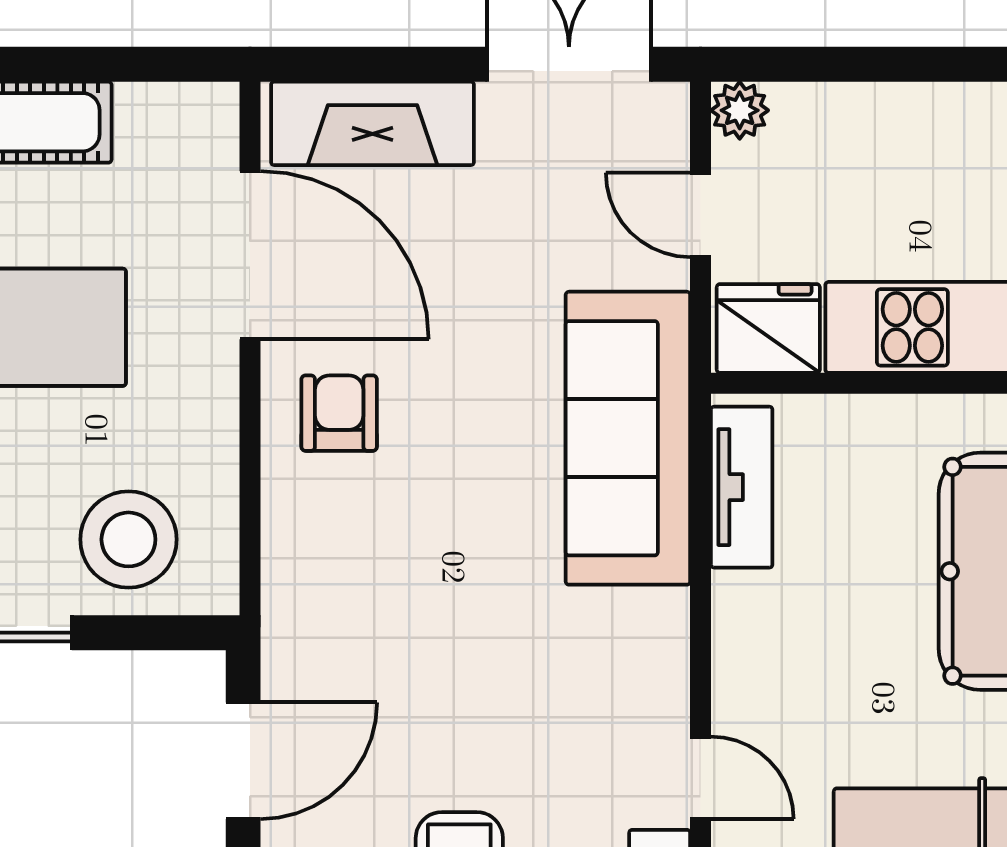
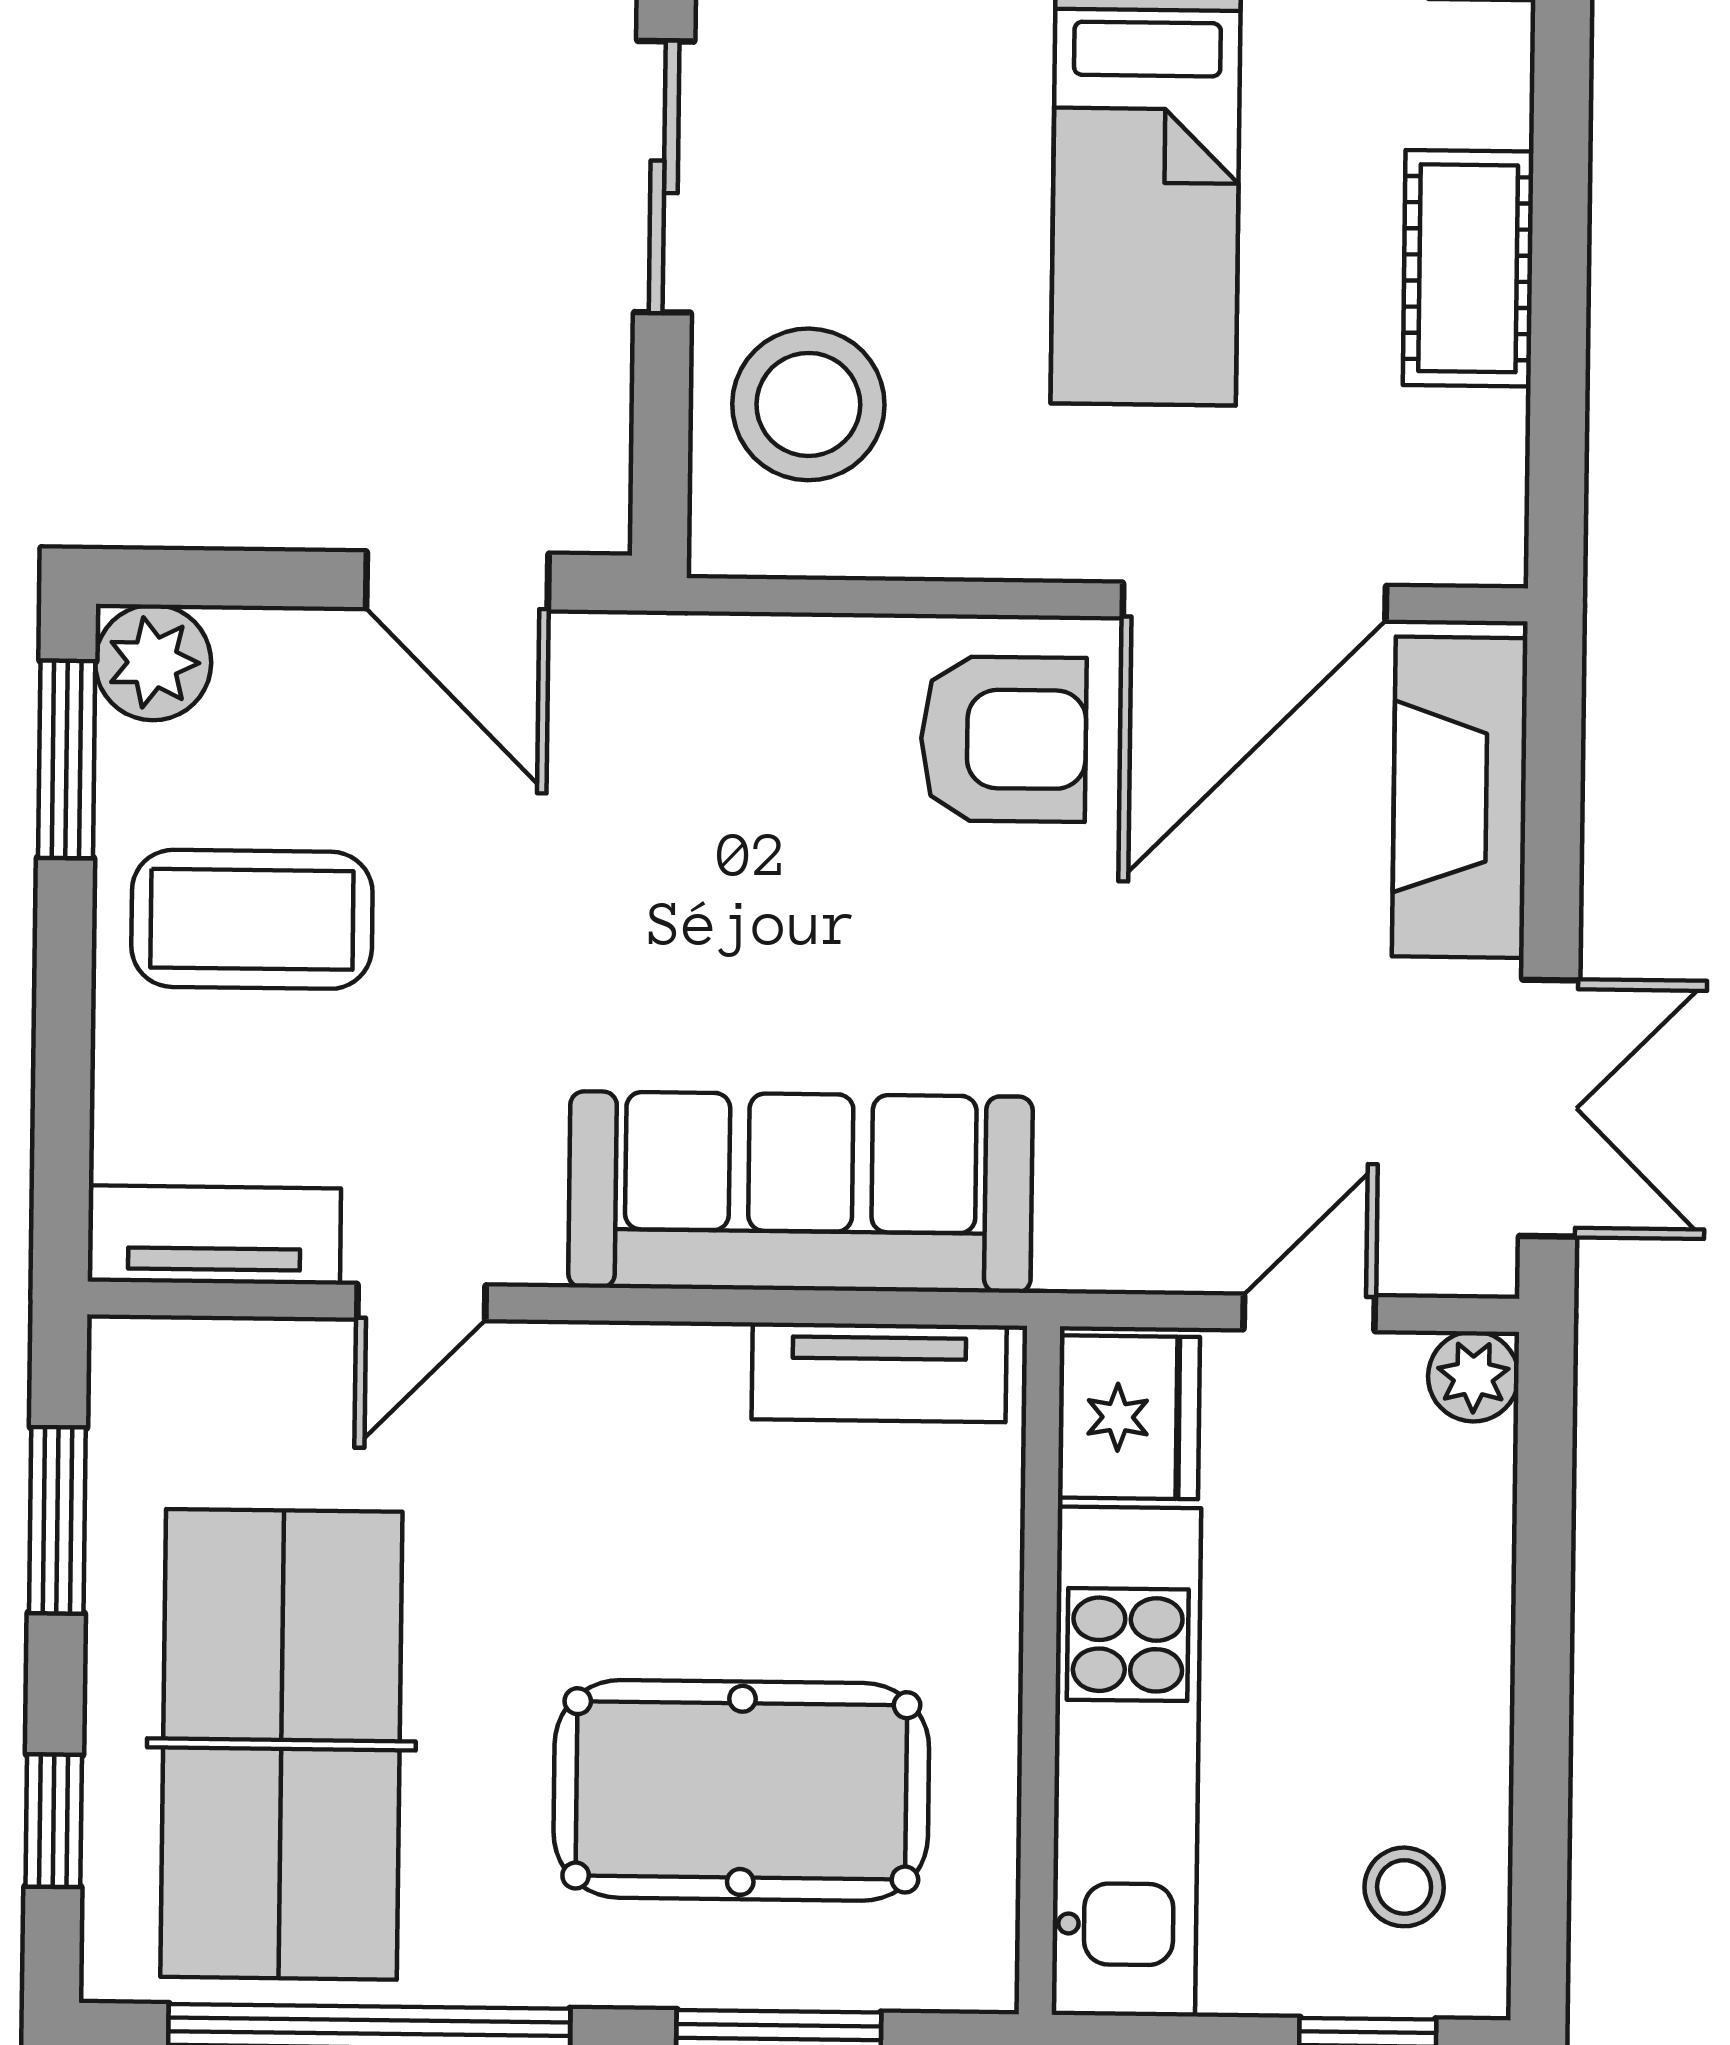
armchair: (339, 413) -> (1003, 739), width x1.38, depth x1.38
sofa: (628, 438) -> (800, 1192), moved

